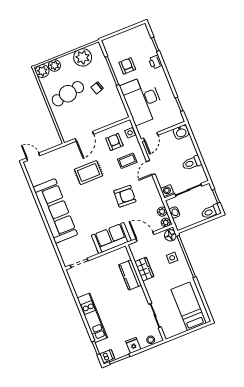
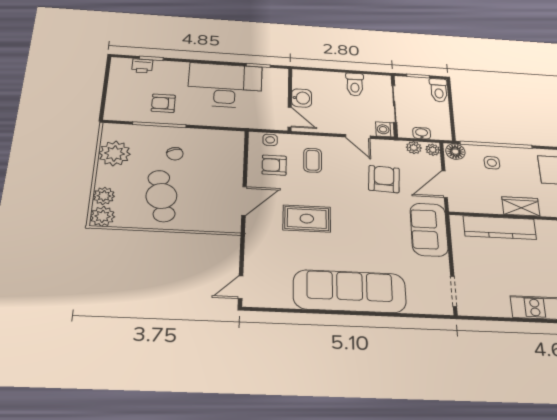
printer: (155, 62) -> (142, 66), moved
desk: (142, 100) -> (225, 85), moved, turned 180
washbasin: (181, 132) -> (302, 98), moved
door: (84, 136) -> (244, 201), hinge flipped
door: (151, 168) -> (358, 136), moved
rug: (89, 173) -> (307, 219), turned 90
armchair: (125, 196) -> (384, 179), moved
wardrobe: (144, 269) -> (521, 206), moved
kitchen counter: (130, 275) -> (500, 227), width x1.50

